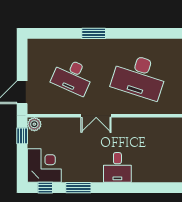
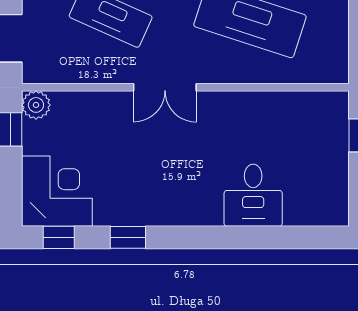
desk: (117, 167) -> (253, 195), moved
window: (78, 188) -> (128, 237), width x0.67

